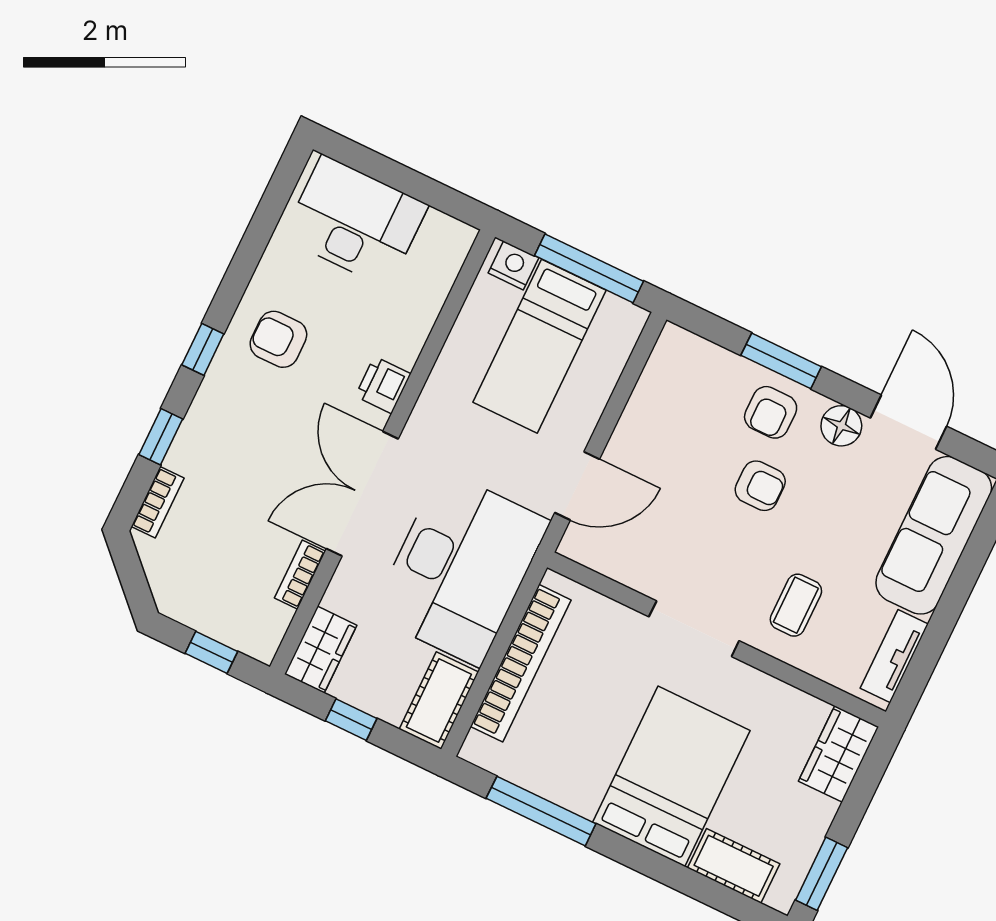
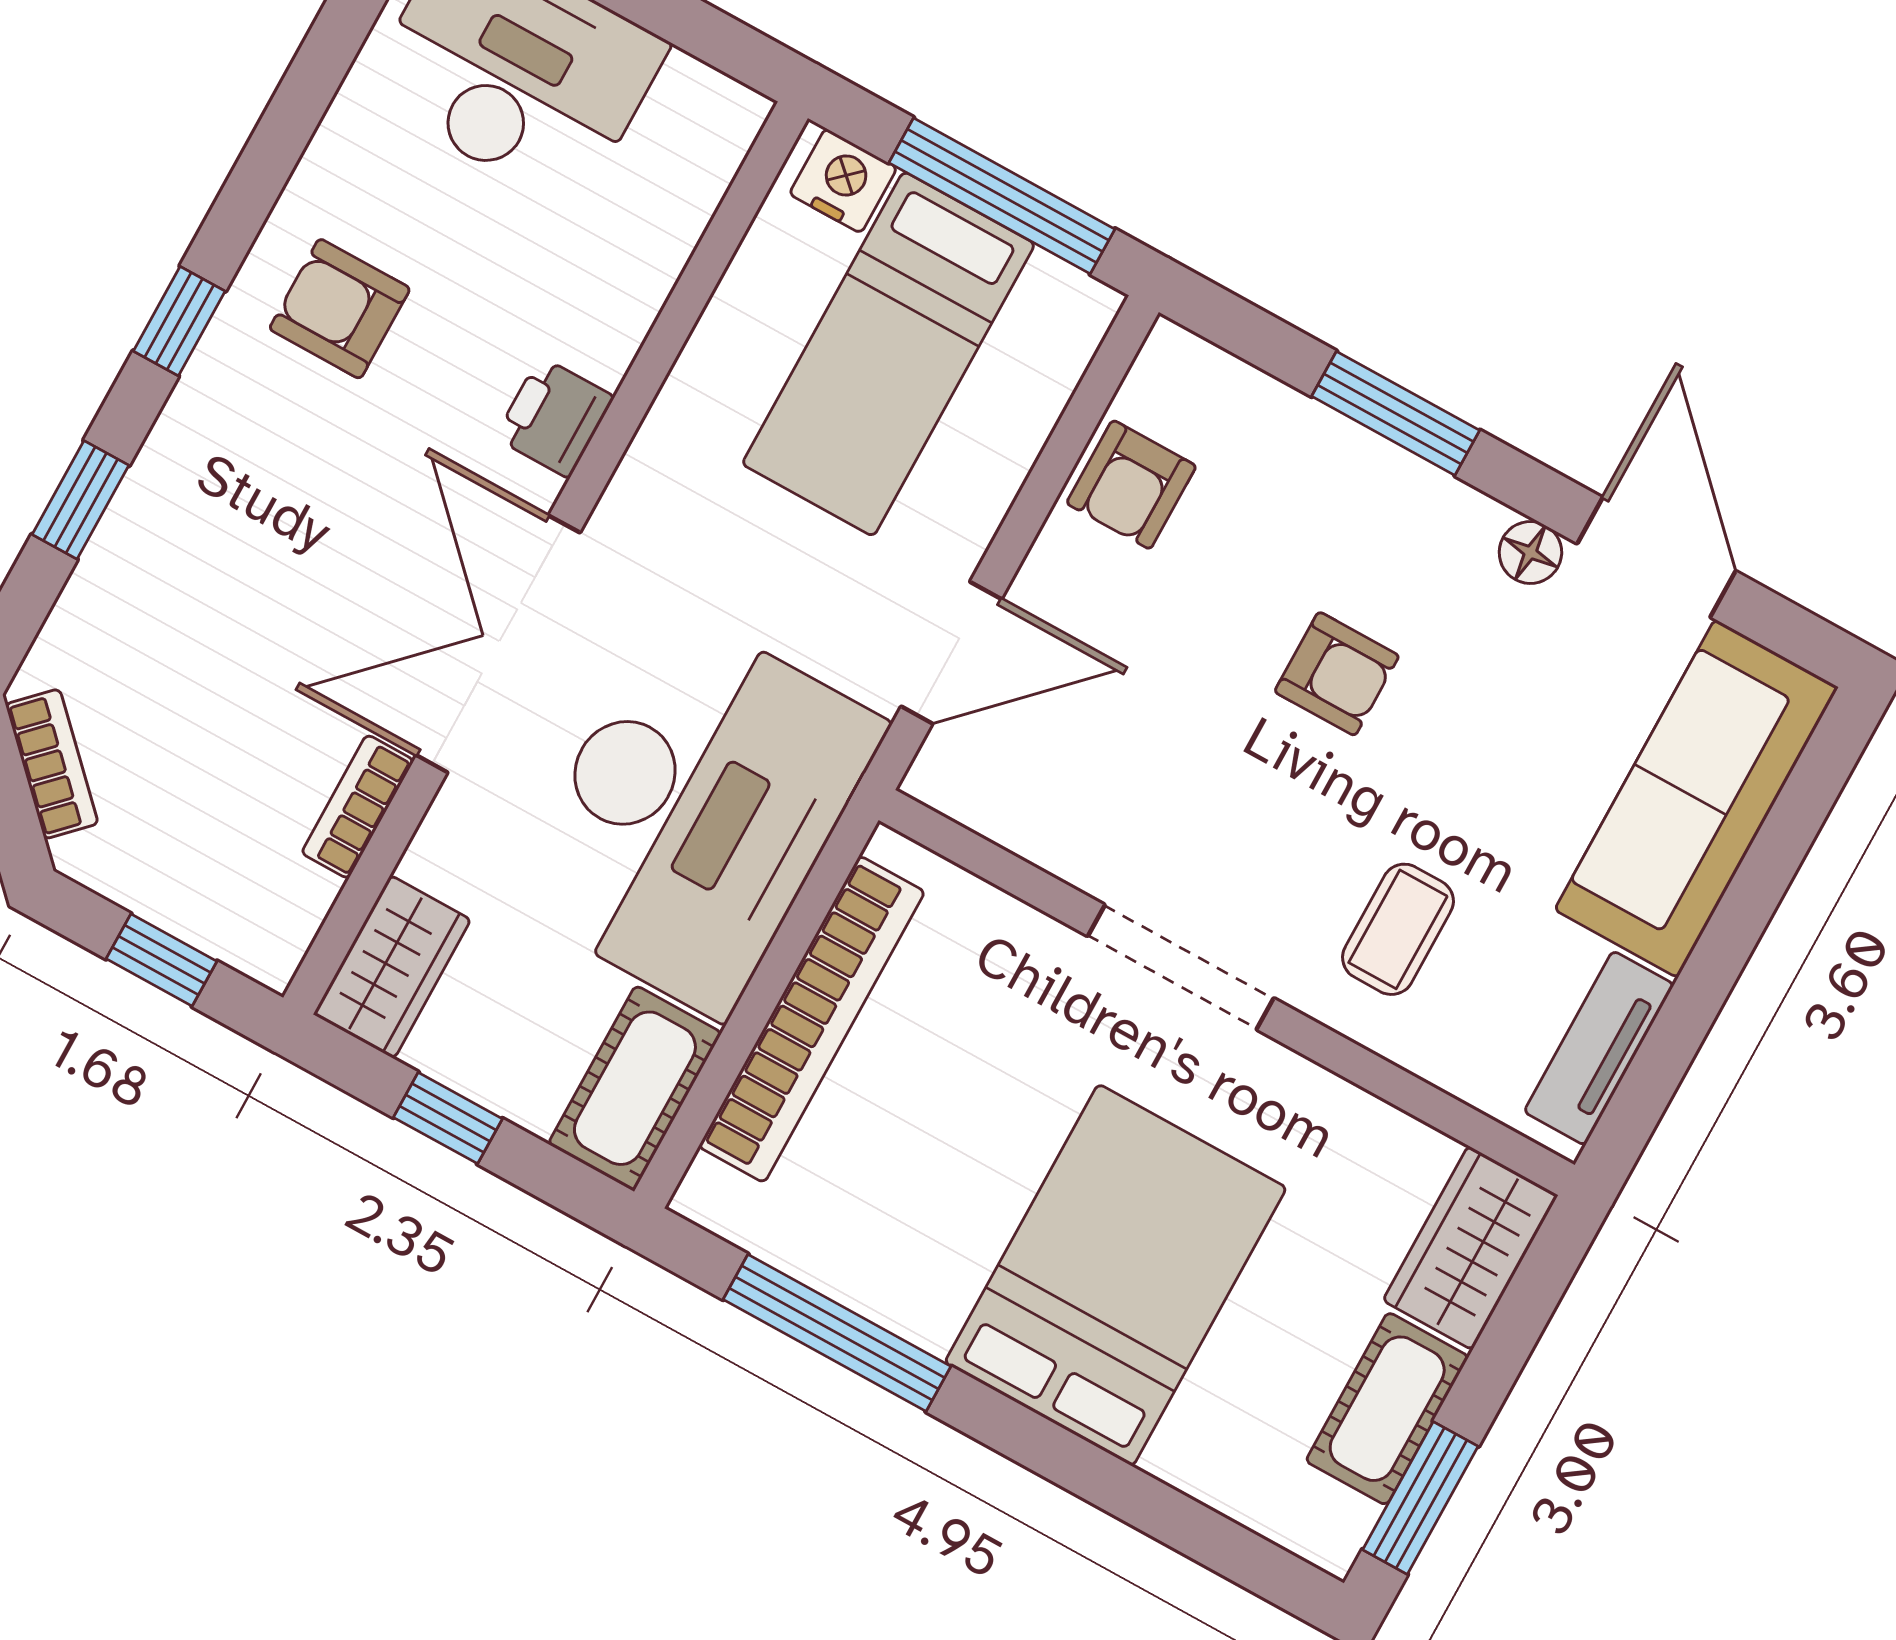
armchair: (771, 412) -> (1131, 485), moved
floor lamp: (841, 426) -> (1530, 552), width x0.73, depth x0.73
bookcase: (158, 502) -> (52, 764), moved, turned -45
cot: (734, 866) -> (1387, 1409), moved, turned 90

